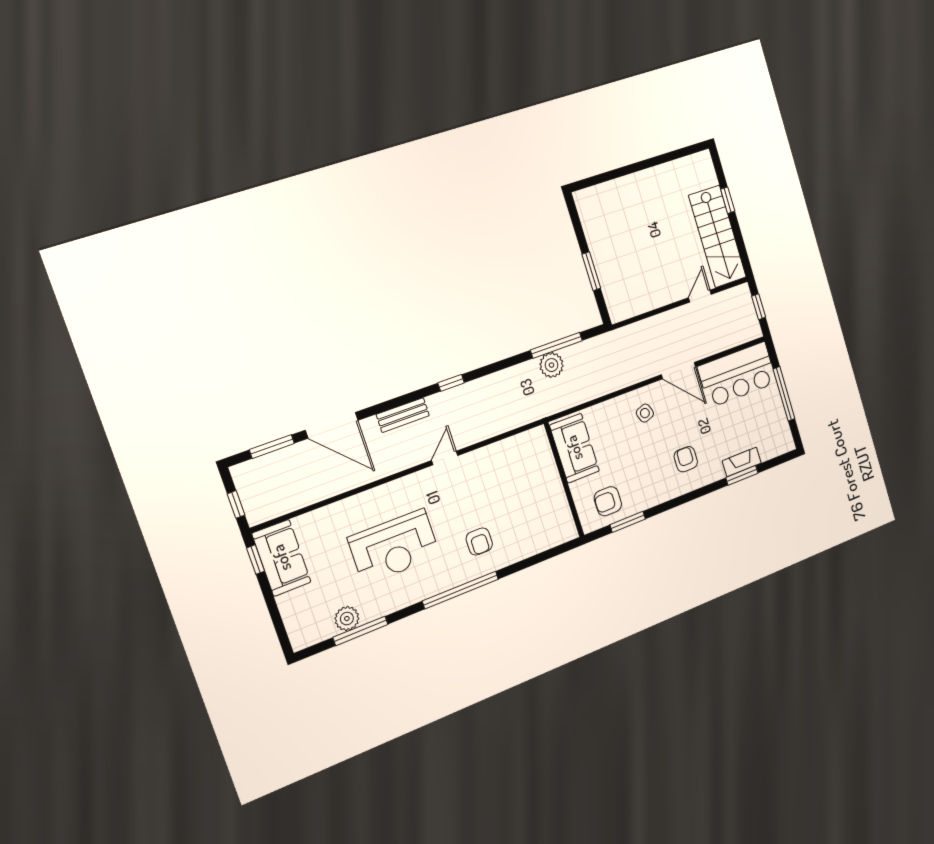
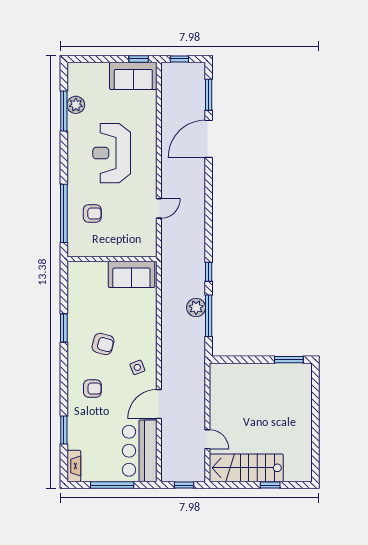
window: (591, 271) -> (289, 360), moved
window: (451, 383) -> (209, 272), moved
bench: (403, 415) -> (198, 189), removed
sofa: (574, 448) -> (131, 274), moved
door: (445, 458) -> (159, 208), hinge flipped
fireplace: (742, 462) -> (74, 466), moved
wall: (564, 480) -> (112, 259), moved
armchair: (608, 501) -> (103, 344), moved, turned 105
armchair: (479, 541) -> (92, 214), turned 180
window: (461, 590) -> (64, 213), moved

